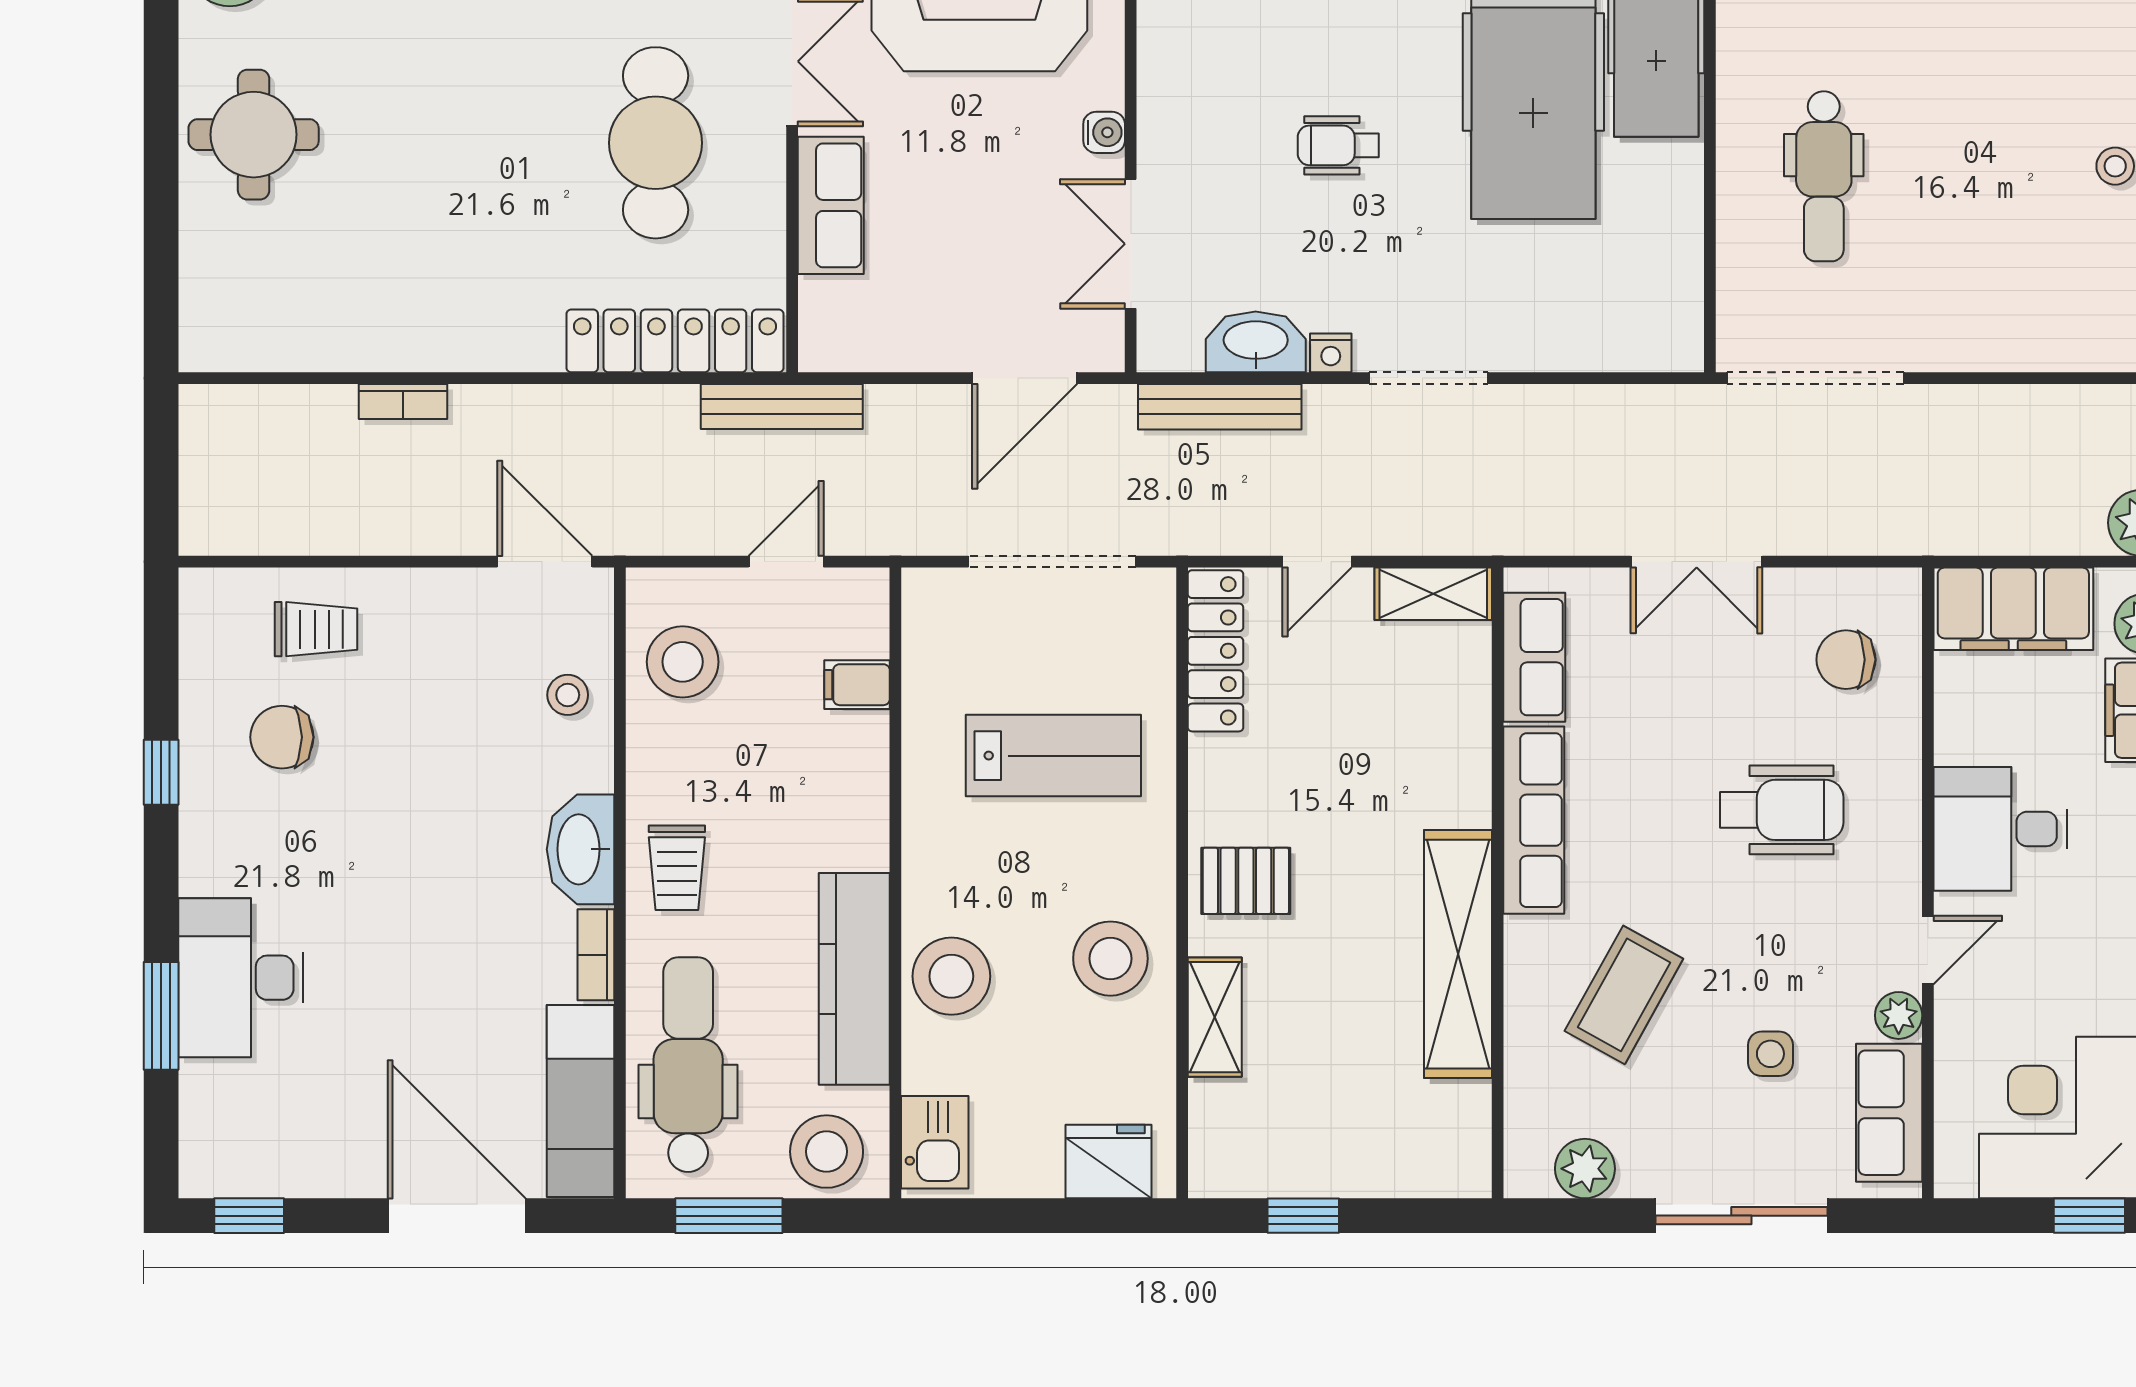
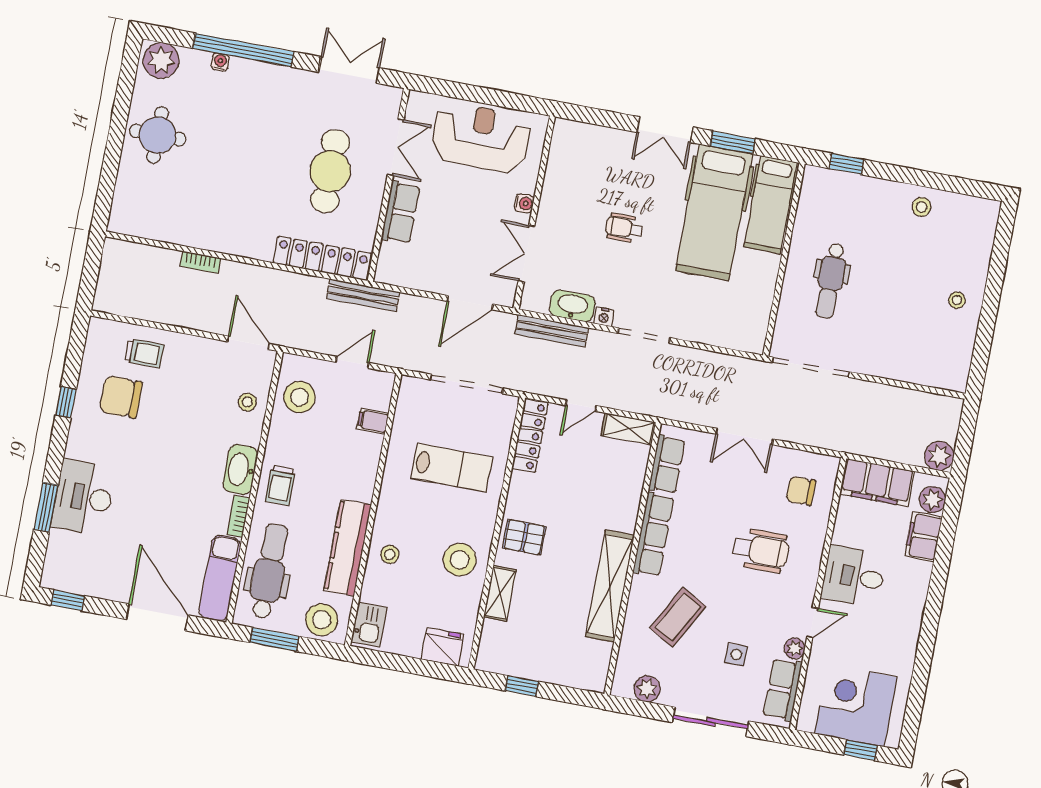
chair: (282, 737) -> (121, 397), width x1.37, depth x1.37
stool: (951, 976) -> (390, 554), width x0.53, depth x0.53

